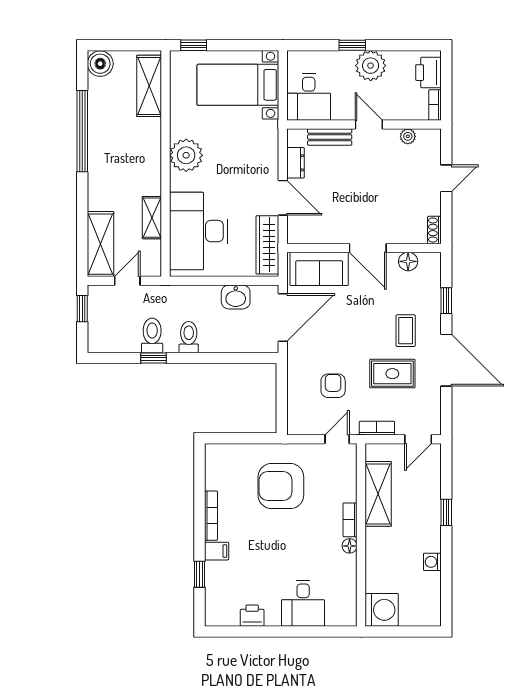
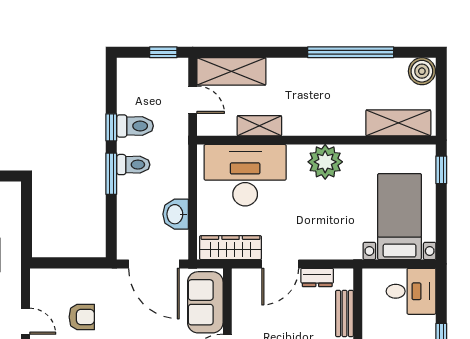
desk: (309, 97) -> (411, 291), moved, turned 180
window: (197, 358) -> (111, 174), added

